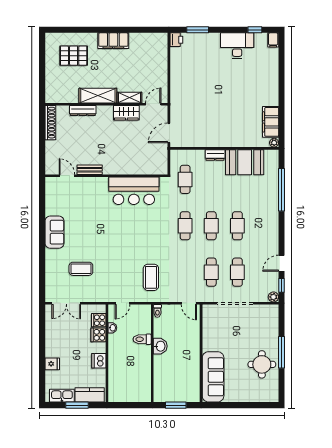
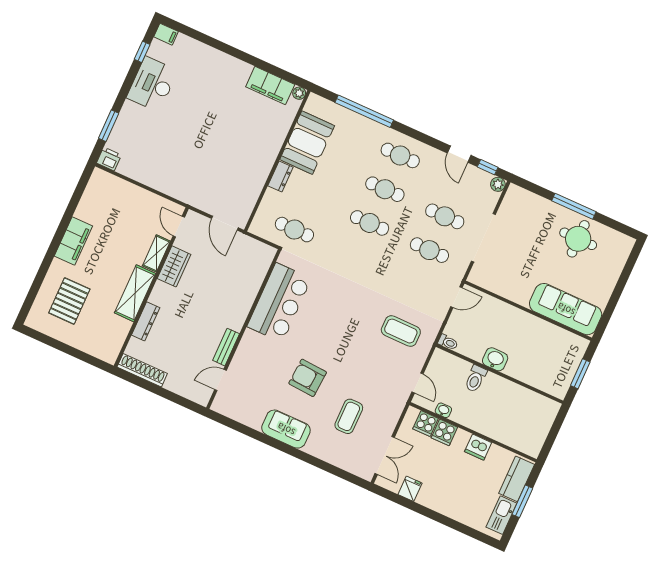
cafe table: (185, 226) -> (400, 155), moved
armchair: (94, 231) -> (308, 378), added
fridge: (52, 364) -> (410, 489), moved

